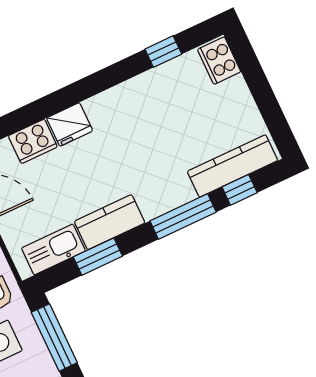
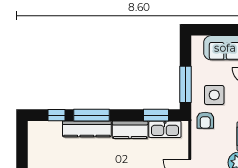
kitchen counter: (232, 166) -> (87, 129), moved
window: (98, 257) -> (156, 115), moved

